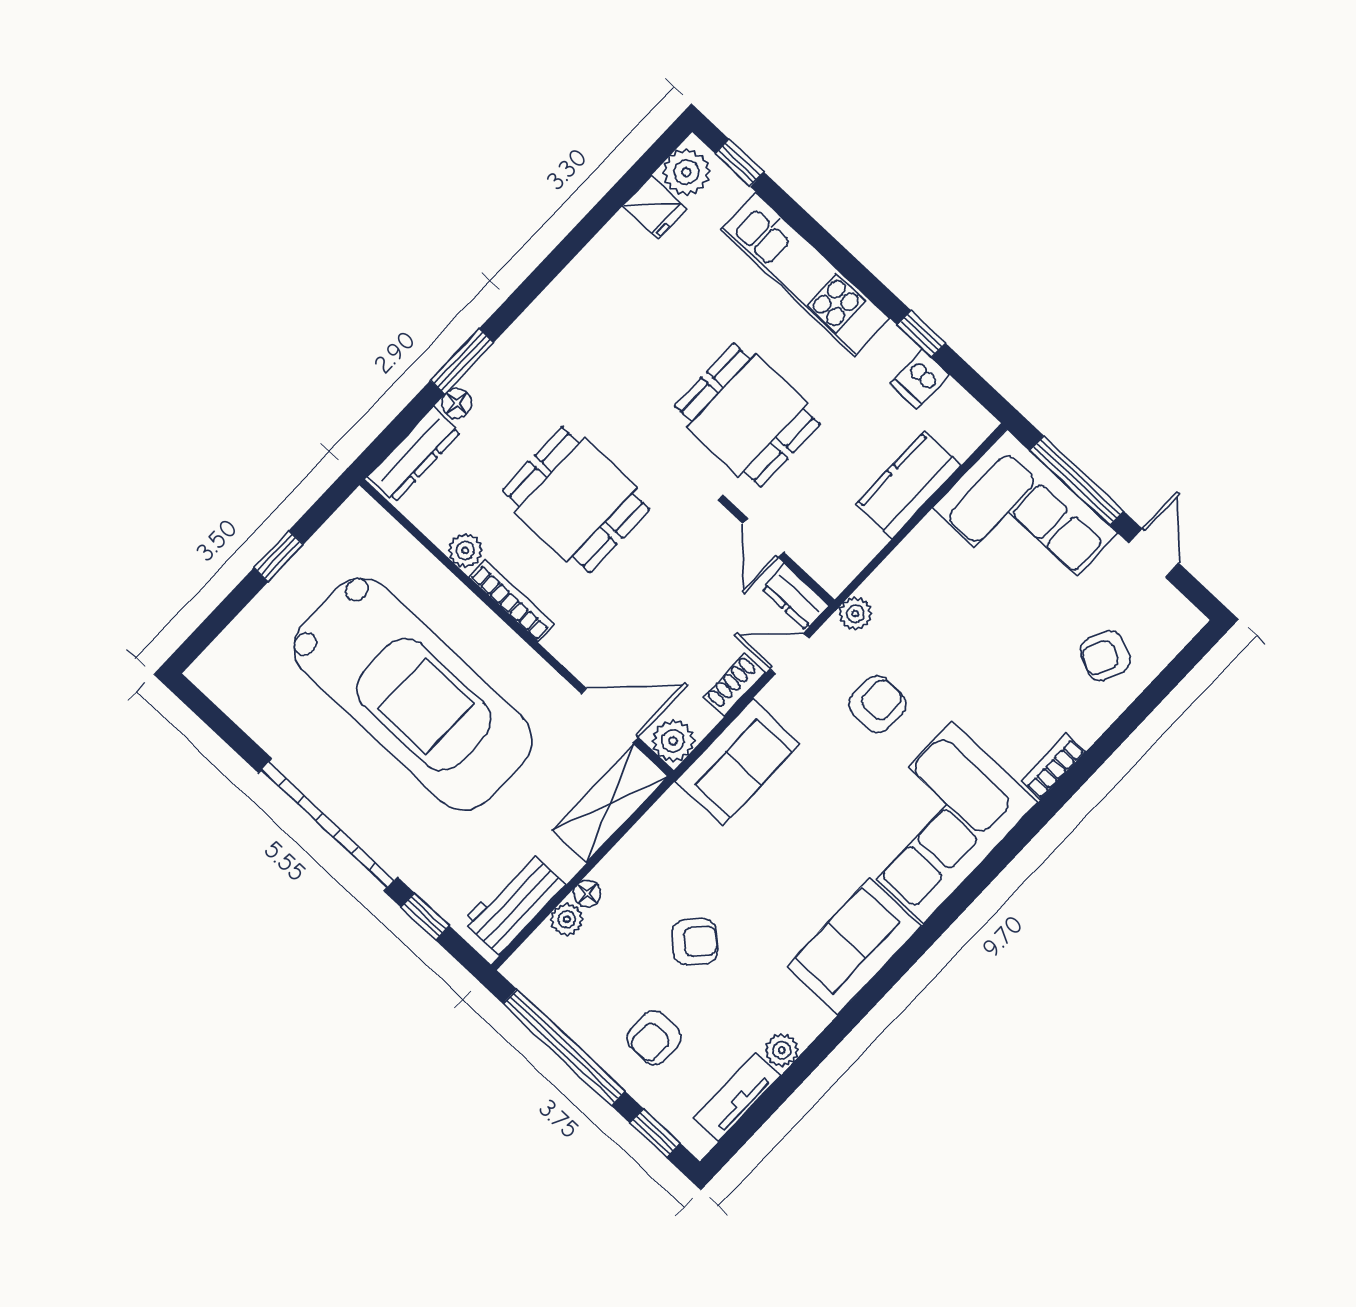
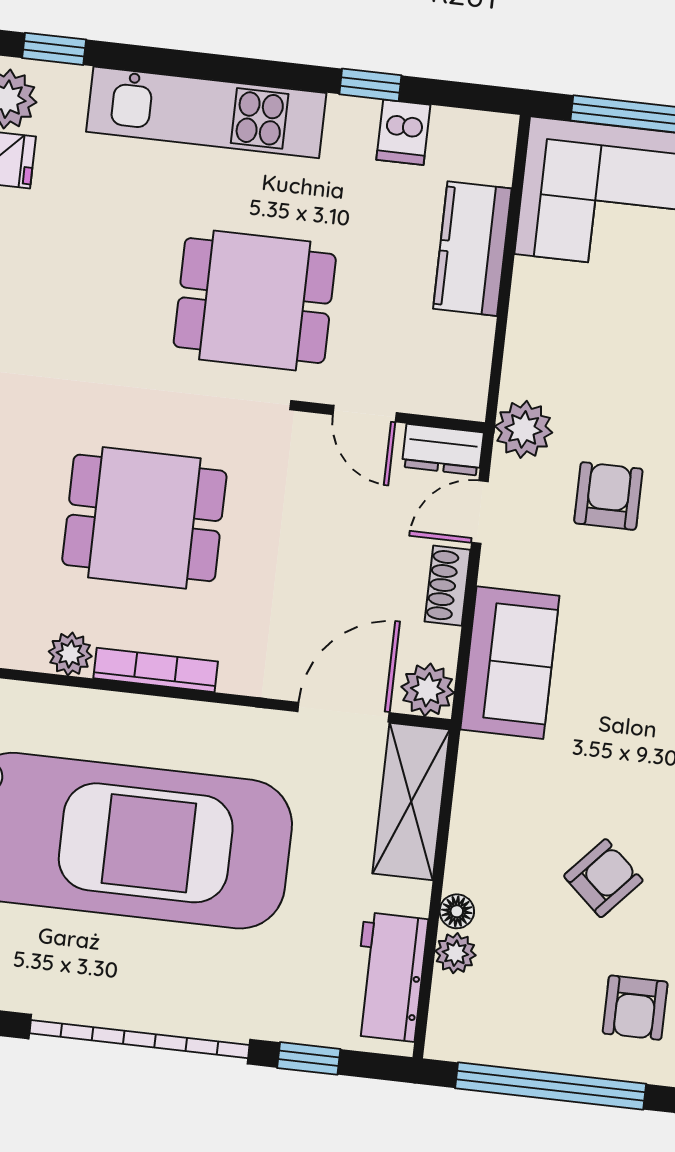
plant: (855, 614) -> (524, 429), width x1.38, depth x1.38

